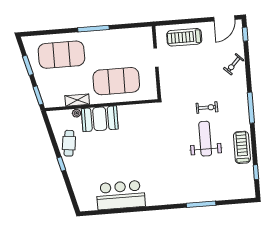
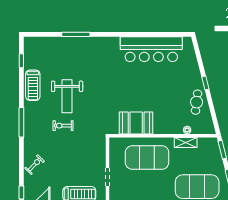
booth: (100, 119) -> (136, 123), moved
bar counter: (121, 195) -> (151, 49), width x1.36

